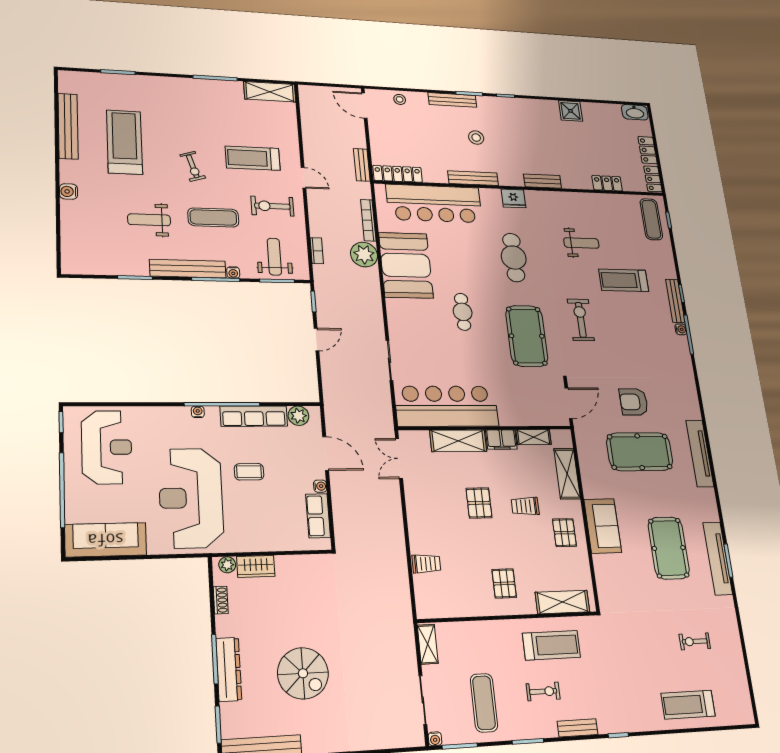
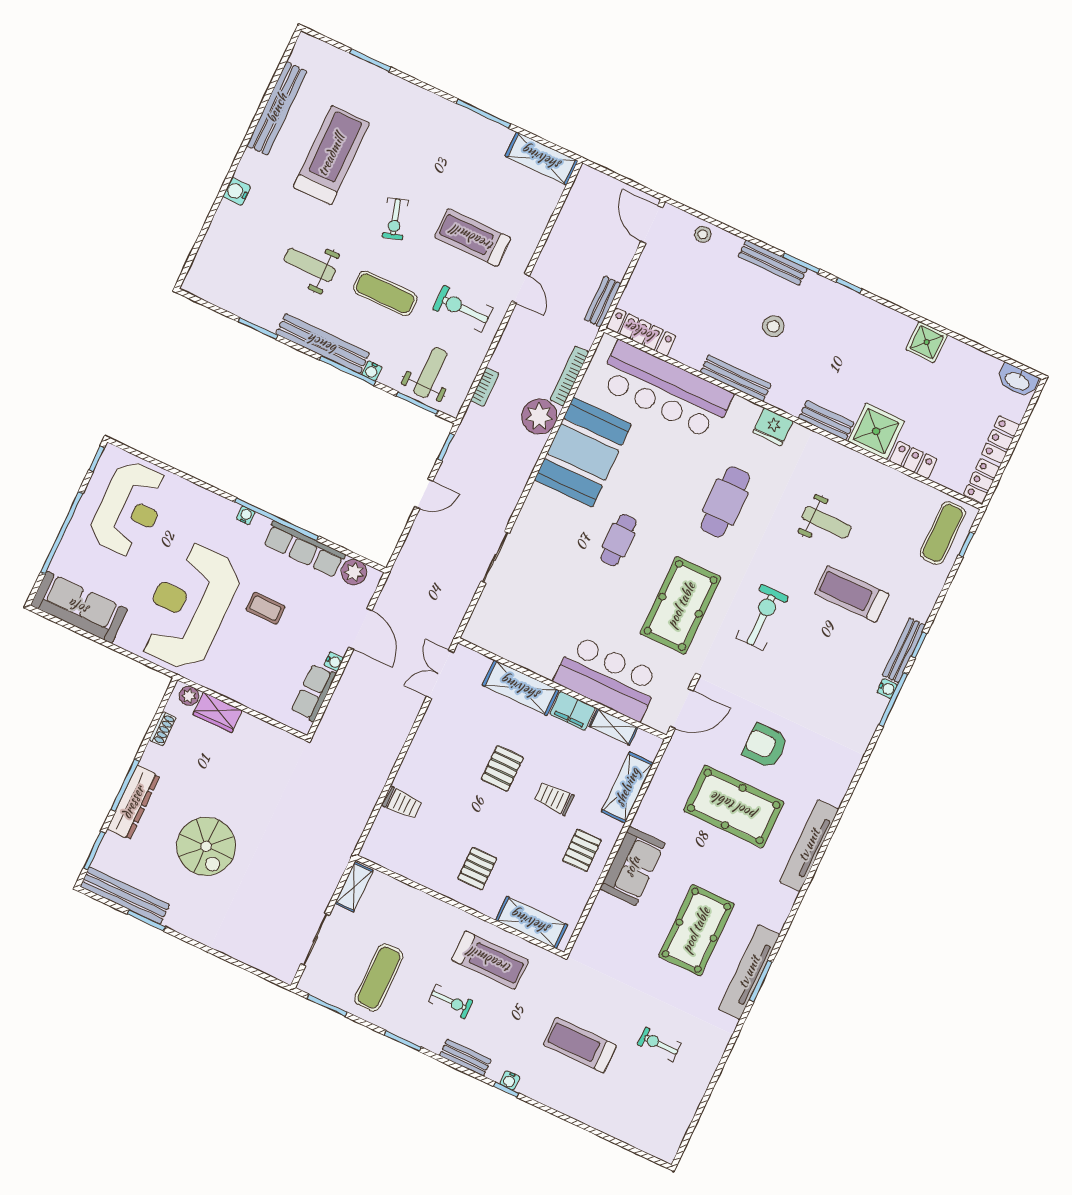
shower: (575, 175) -> (876, 431), added
bar counter: (446, 406) -> (608, 678), moved, width x0.73
treadmill: (688, 705) -> (580, 1045), moved
water cooler: (435, 739) -> (510, 1080), moved

